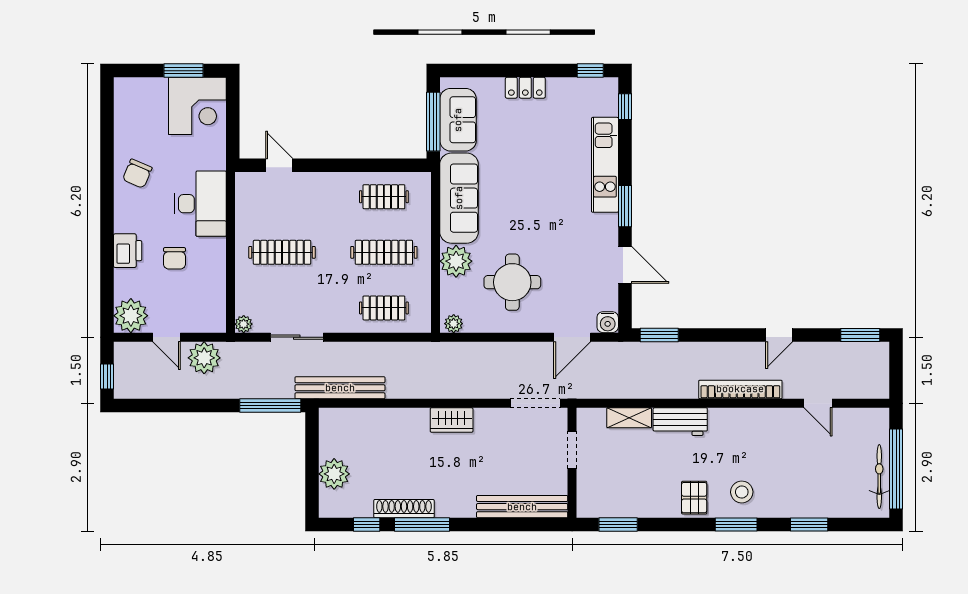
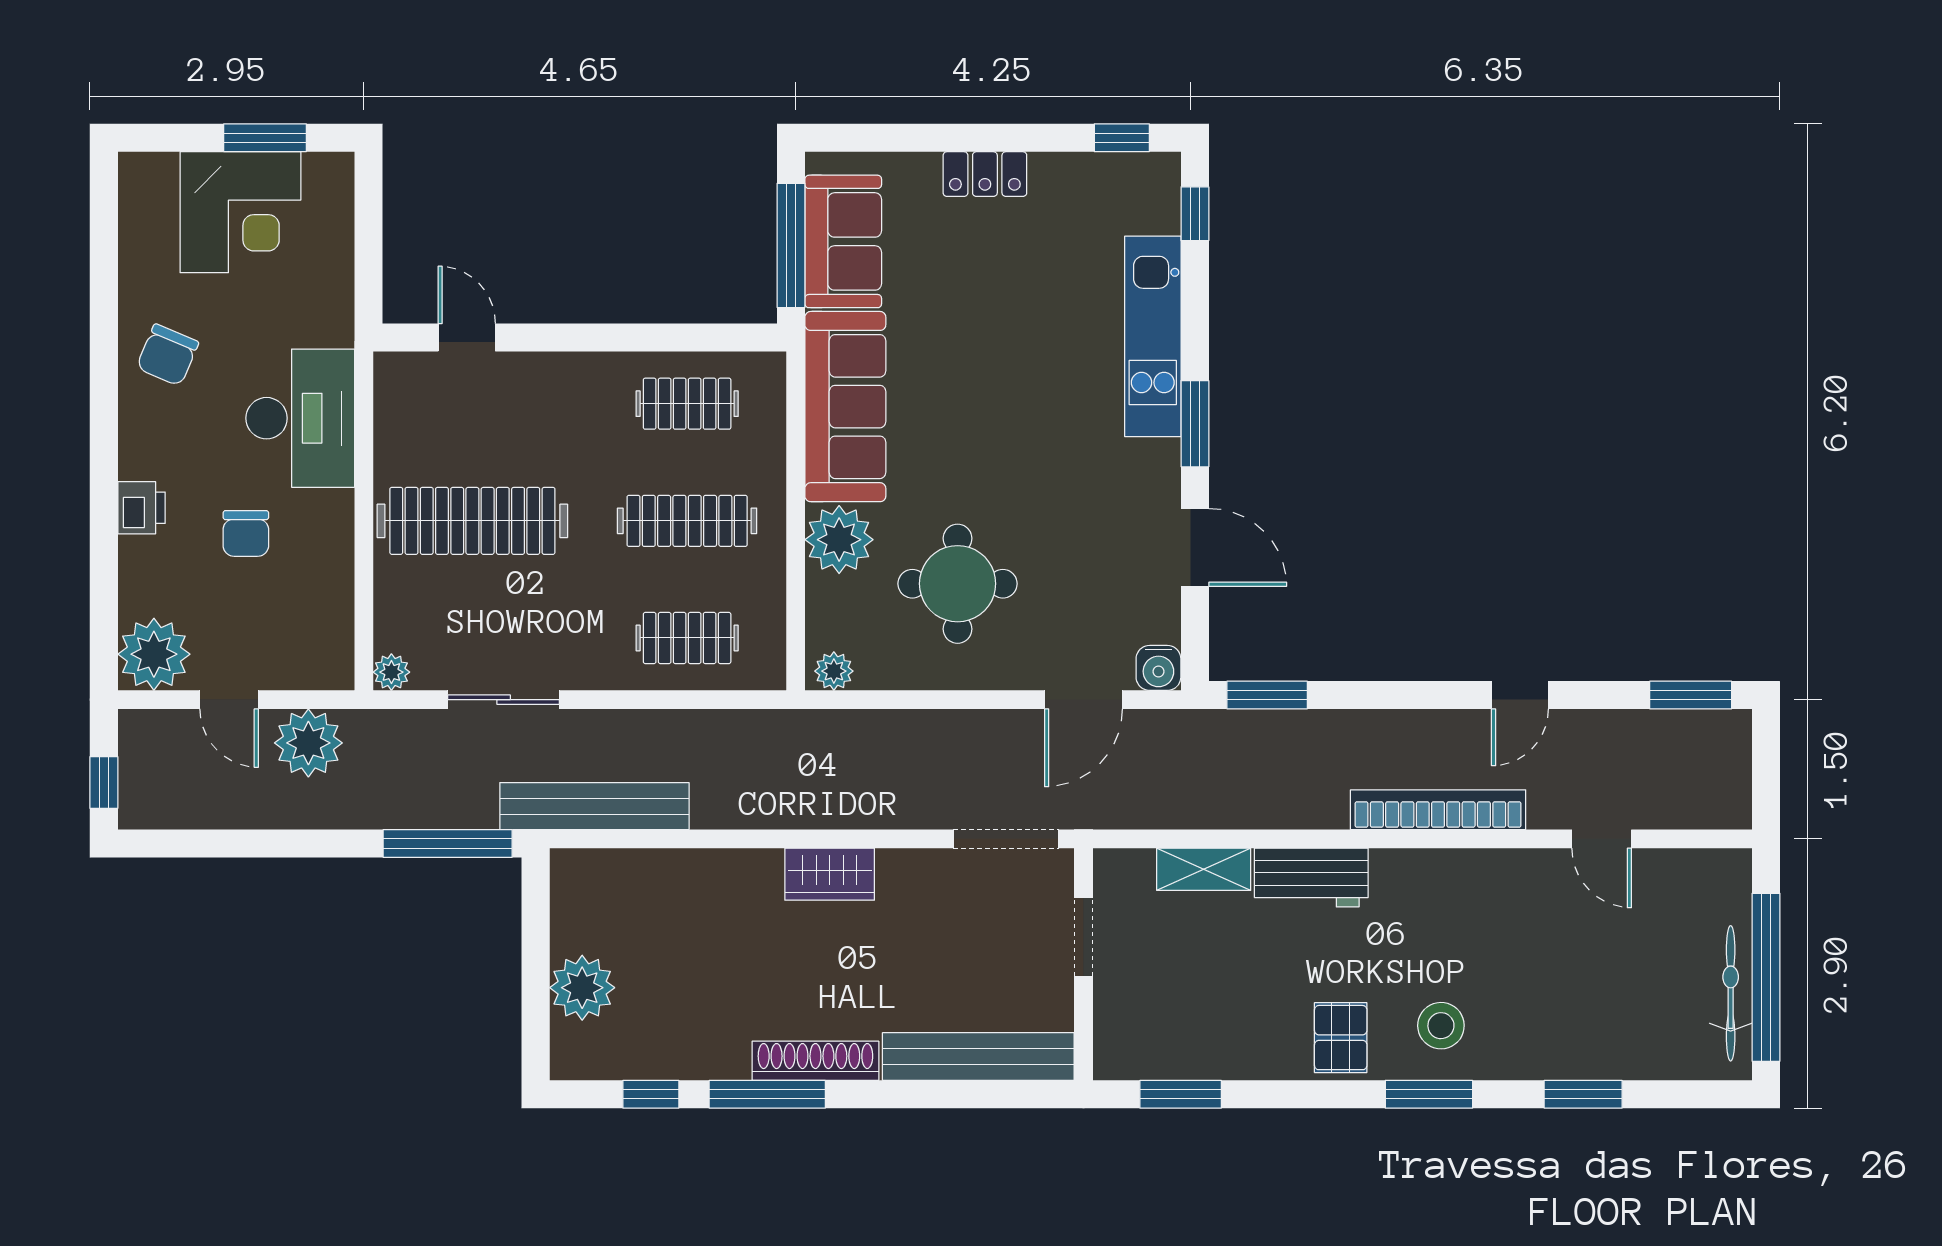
corner desk: (197, 106) -> (240, 212), moved
printer: (128, 251) -> (141, 508), width x0.73, depth x0.81
clothes rail: (282, 252) -> (472, 521), width x1.37, depth x1.31
shoe rack: (404, 509) -> (815, 1061), moved

